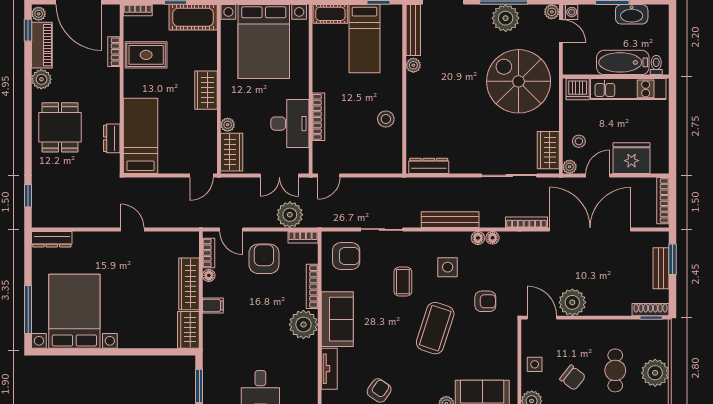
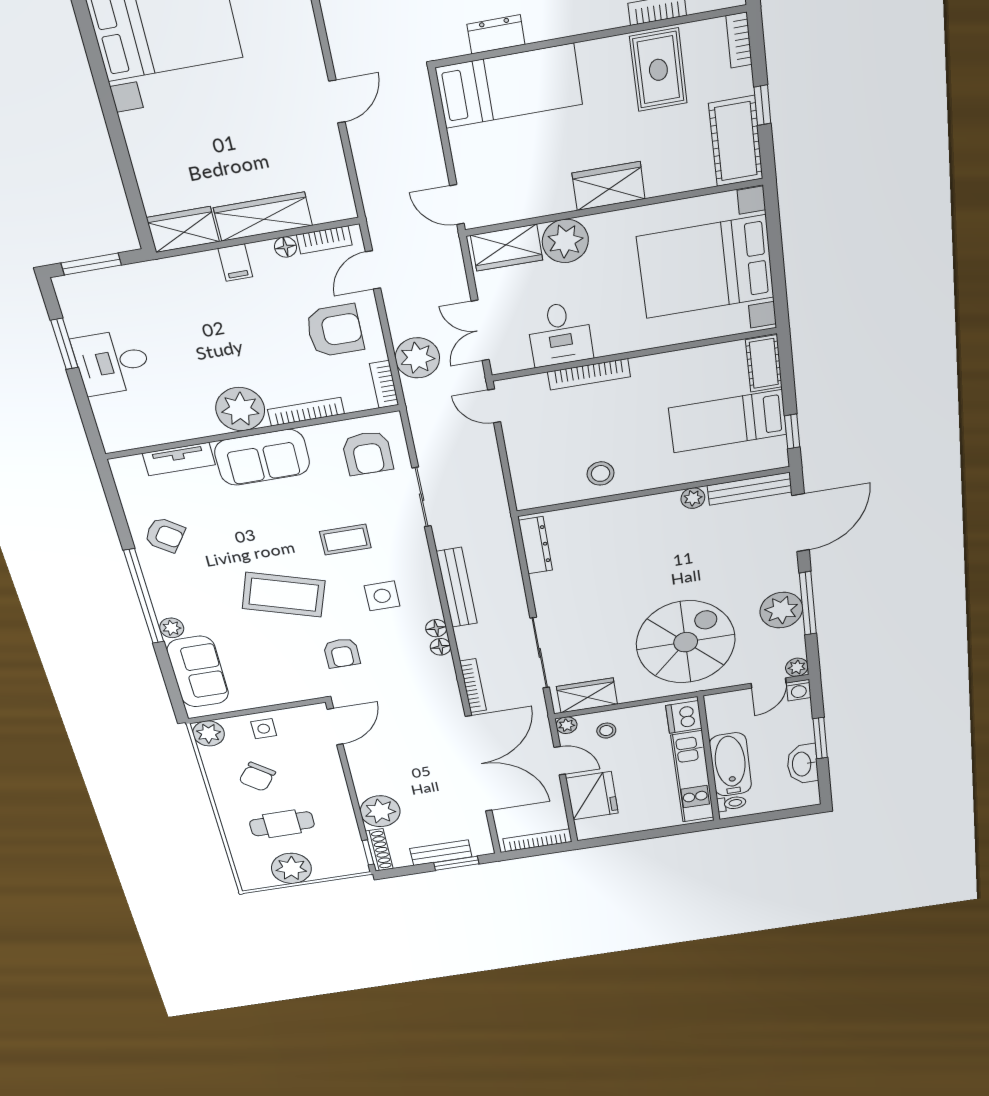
desk: (290, 124) -> (560, 334), width x0.73
plant: (228, 125) -> (565, 241), width x1.88, depth x1.88
plant: (572, 302) -> (380, 811), moved

